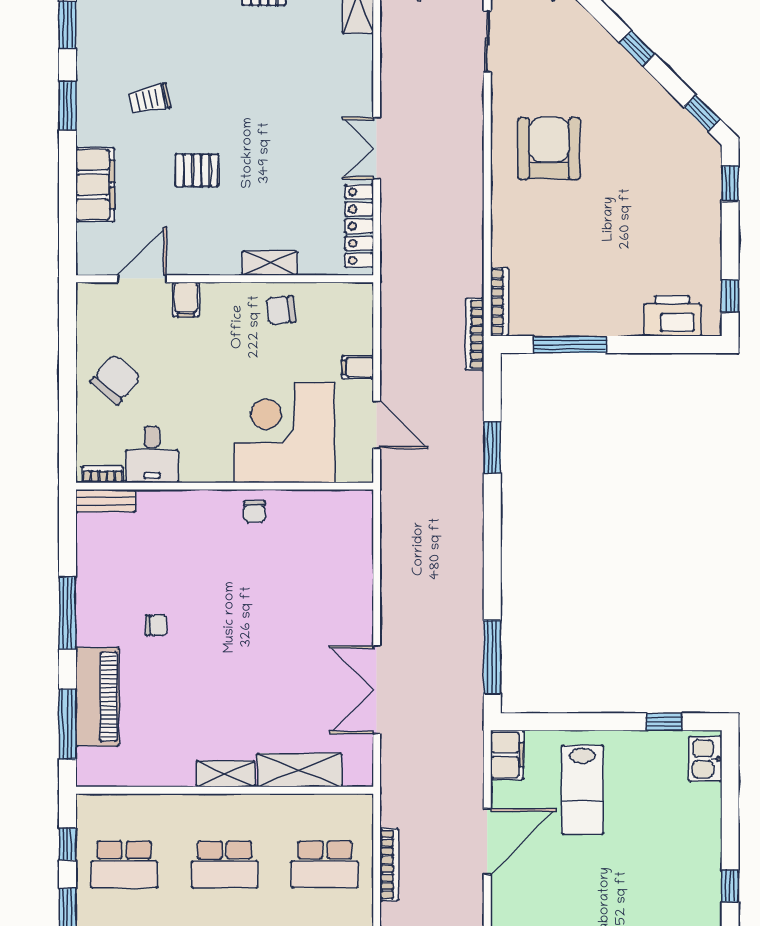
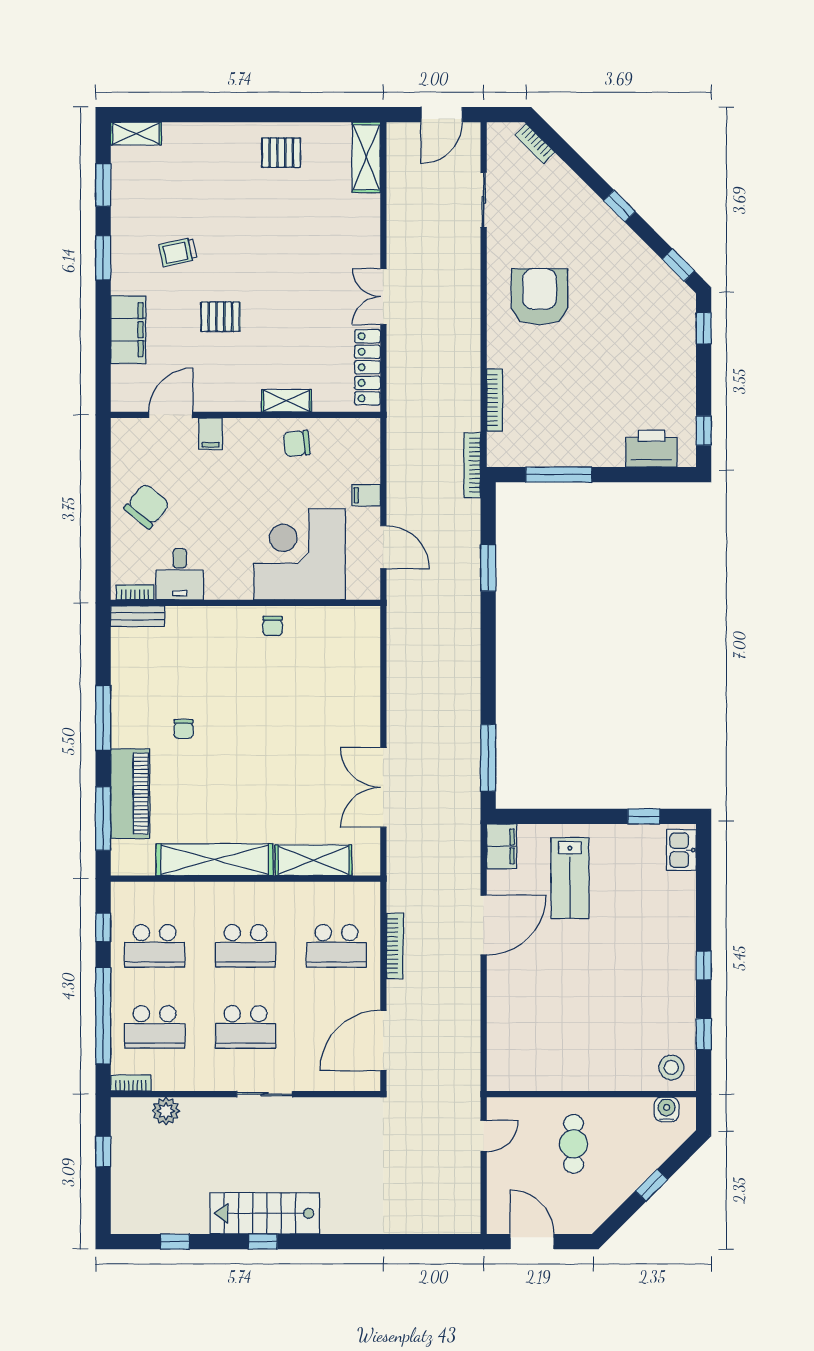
bookcase: (499, 302) -> (495, 400), moved
chair: (156, 625) -> (184, 729), turned 90
shelving: (226, 774) -> (215, 860), width x2.20, depth x1.33

